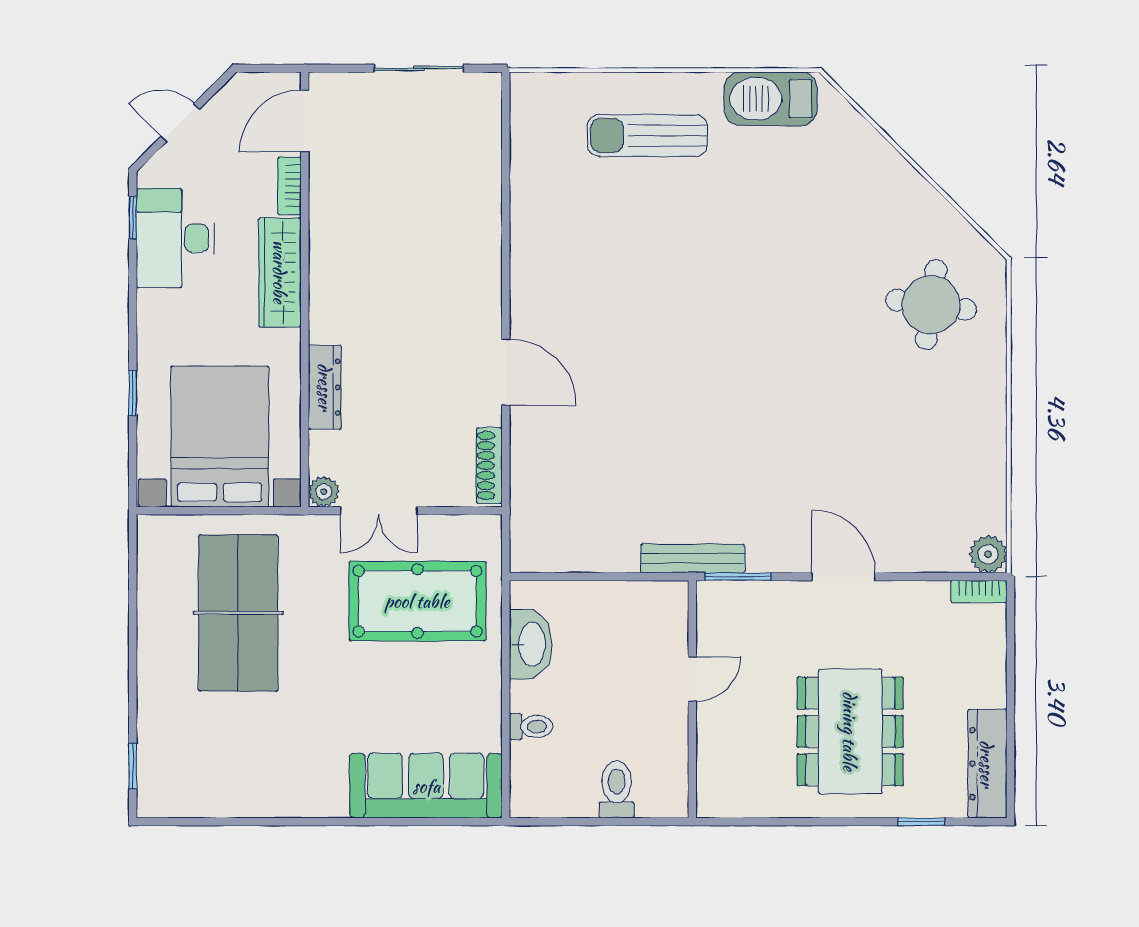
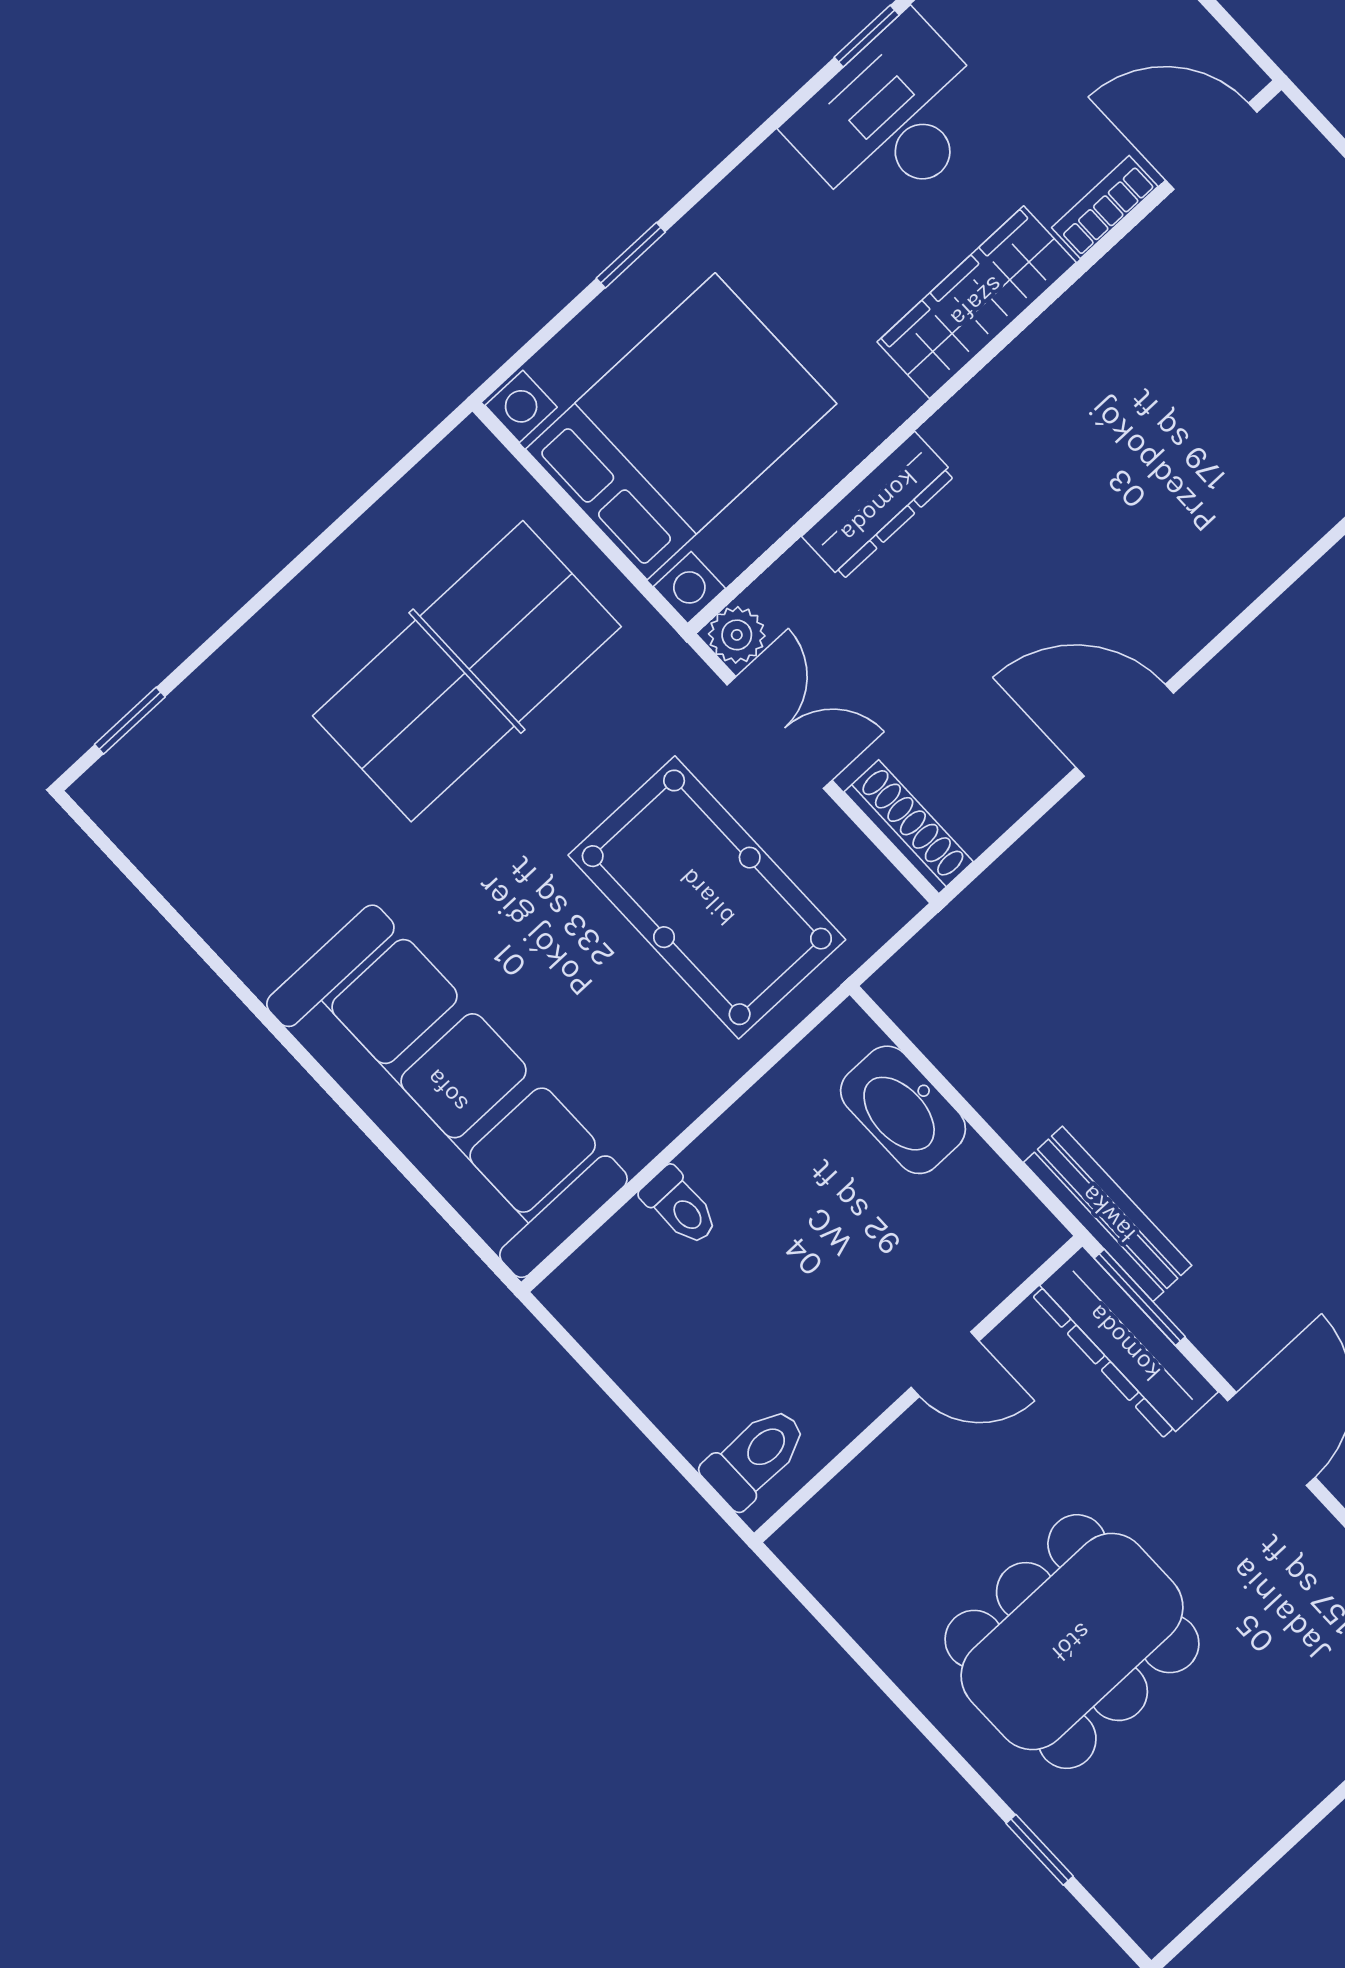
door: (506, 372) -> (1125, 730), swing flipped
shoe rack: (489, 465) -> (909, 827), moved, turned 90
double door: (379, 511) -> (780, 733), swing flipped
washbasin: (531, 644) -> (903, 1110), moved, turned 90
dresser: (987, 764) -> (1124, 1343), moved, turned -90
sofa: (426, 786) -> (447, 1091), width x1.36, depth x1.27
toilet: (617, 789) -> (755, 1457), moved

